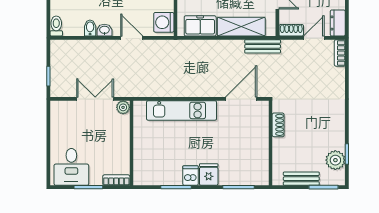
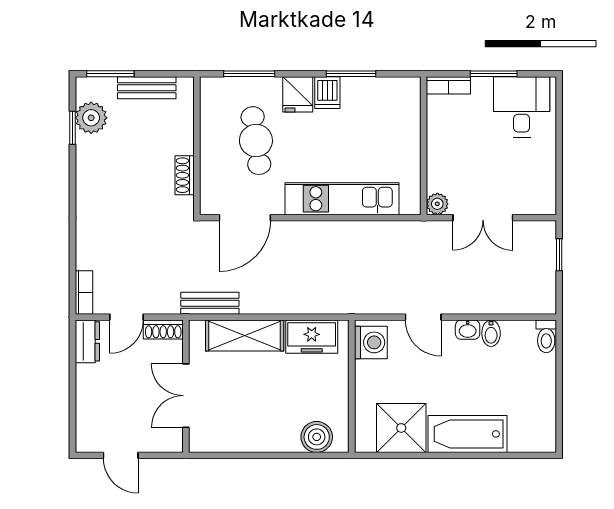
cafe table: (234, 146) -> (256, 141), added

